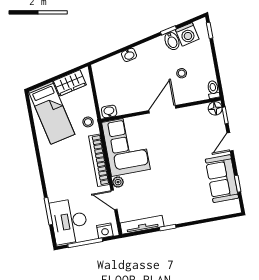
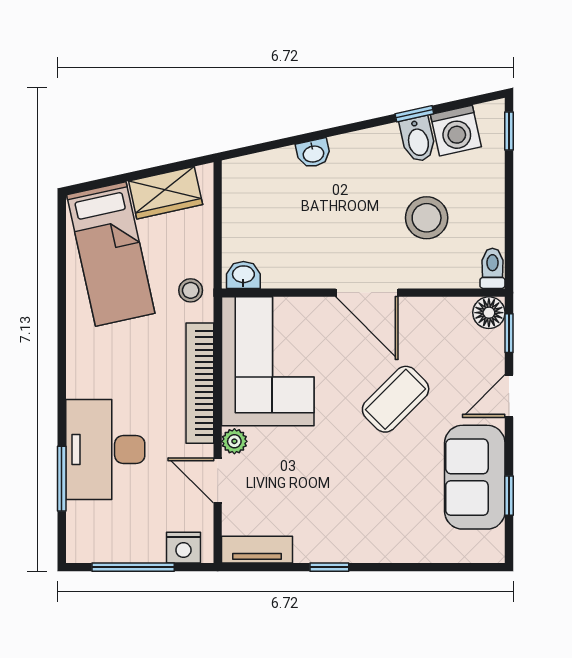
stool: (182, 73) -> (427, 218), width x1.89, depth x1.89
door: (162, 109) -> (367, 293), swing flipped
coffee table: (183, 152) -> (396, 399), added
desk: (69, 221) -> (105, 449), moved
tv unit: (142, 225) -> (257, 550), width x0.71

